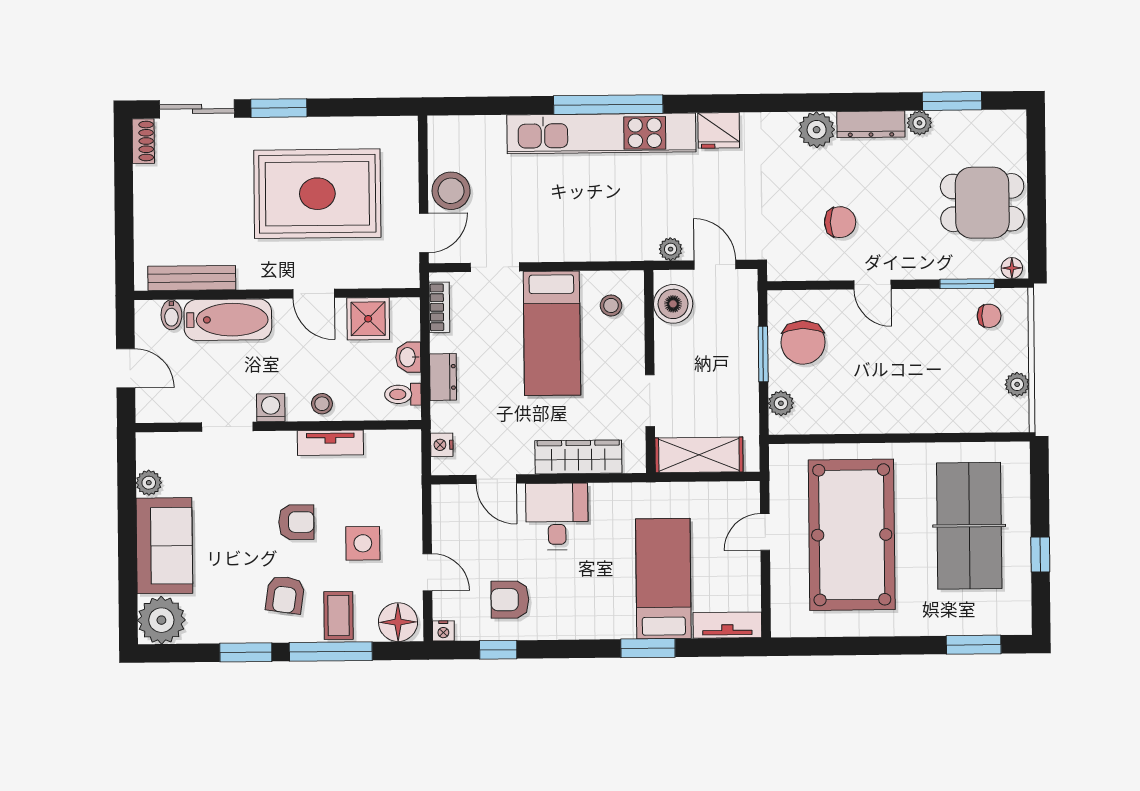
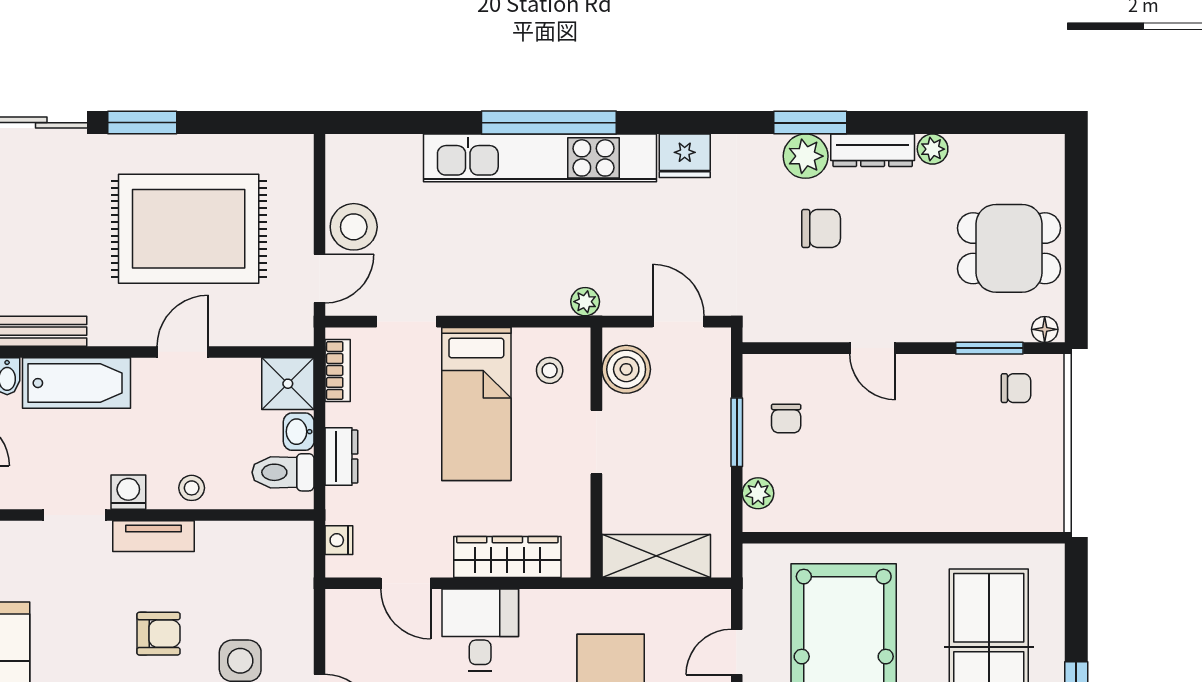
window: (952, 101) -> (810, 123), moved
chair: (840, 222) -> (821, 228), moved
plant: (671, 249) -> (585, 302), moved
door: (314, 294) -> (183, 352), swing flipped
shower: (368, 319) -> (288, 384), moved
chair: (803, 342) -> (786, 418), width x0.54, depth x0.54
plant: (1017, 384) -> (1050, 473), removed
toilet: (403, 394) -> (283, 472), width x1.37, depth x1.39
doorway: (650, 401) -> (596, 442), moved
tv unit: (330, 443) -> (154, 536), moved

